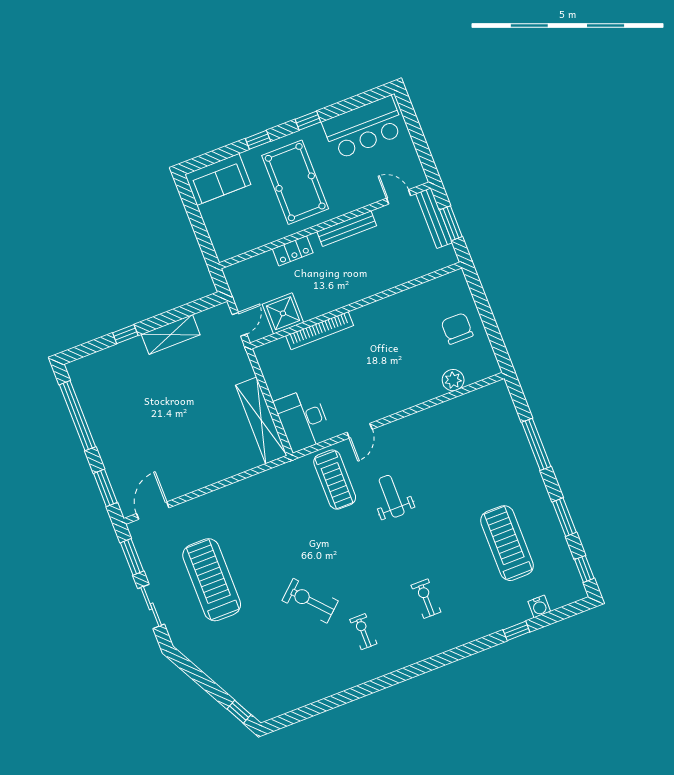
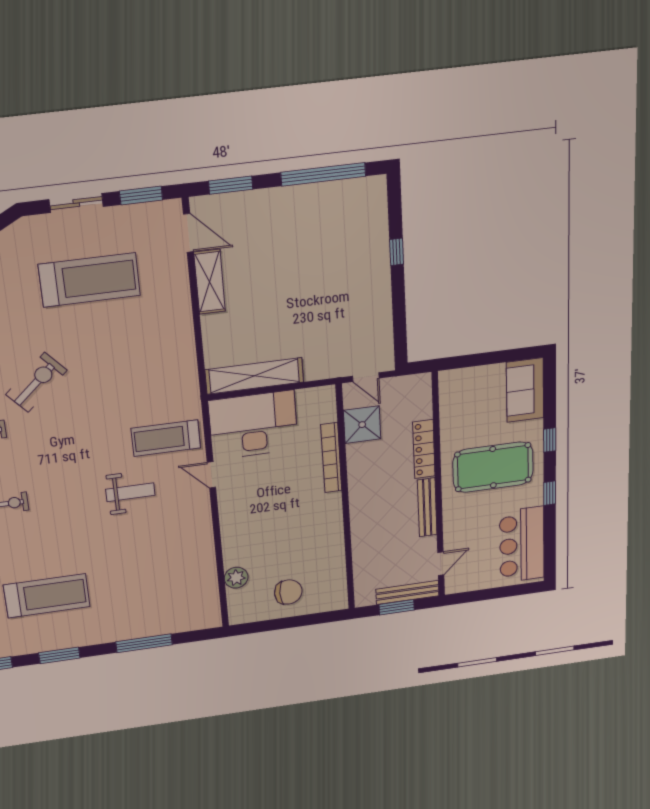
locker: (293, 251) -> (424, 449), width x1.53
shelving: (171, 335) -> (210, 282), moved
desk: (303, 420) -> (253, 425), width x1.36, depth x1.30

